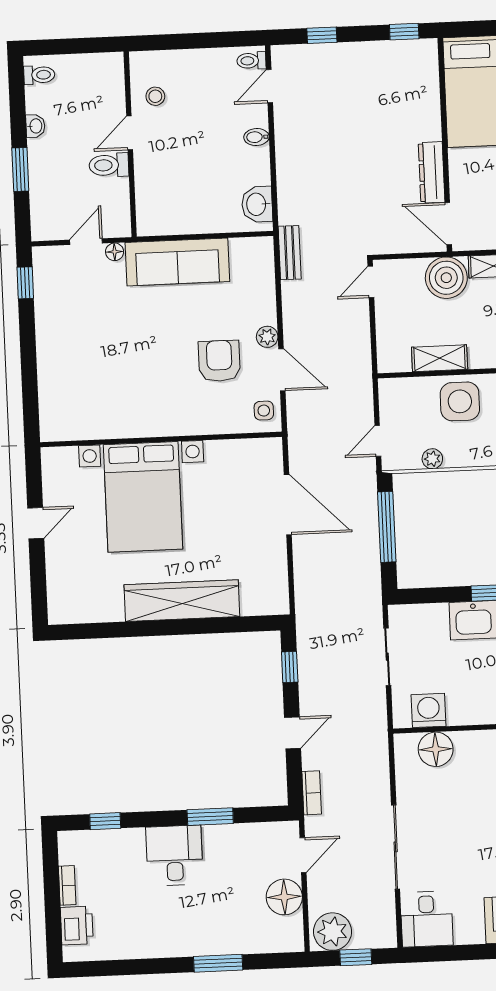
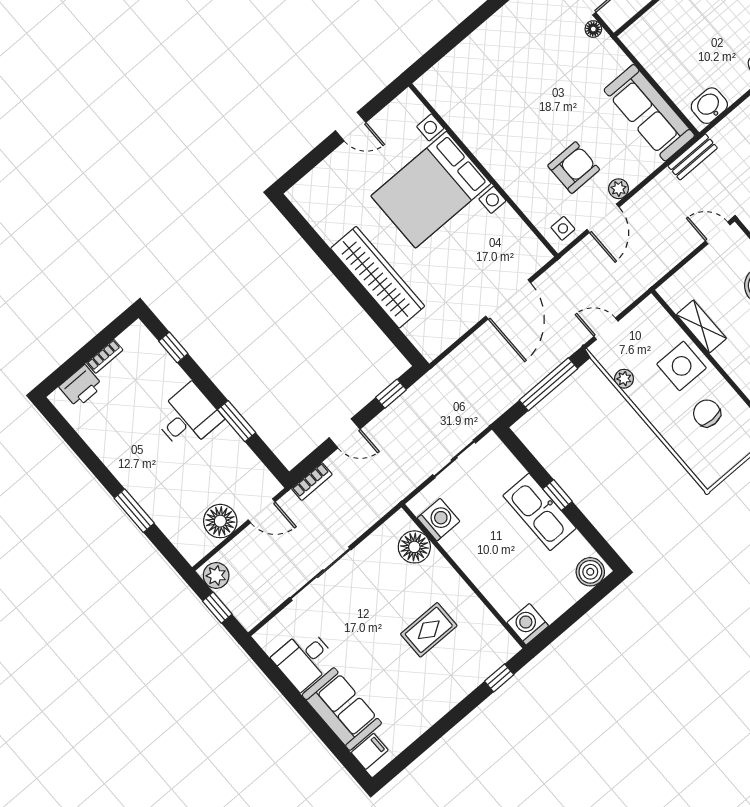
sofa: (177, 262) -> (649, 113), moved
desk: (427, 919) -> (304, 659), moved
plant: (333, 932) -> (216, 575), width x0.73, depth x0.73

